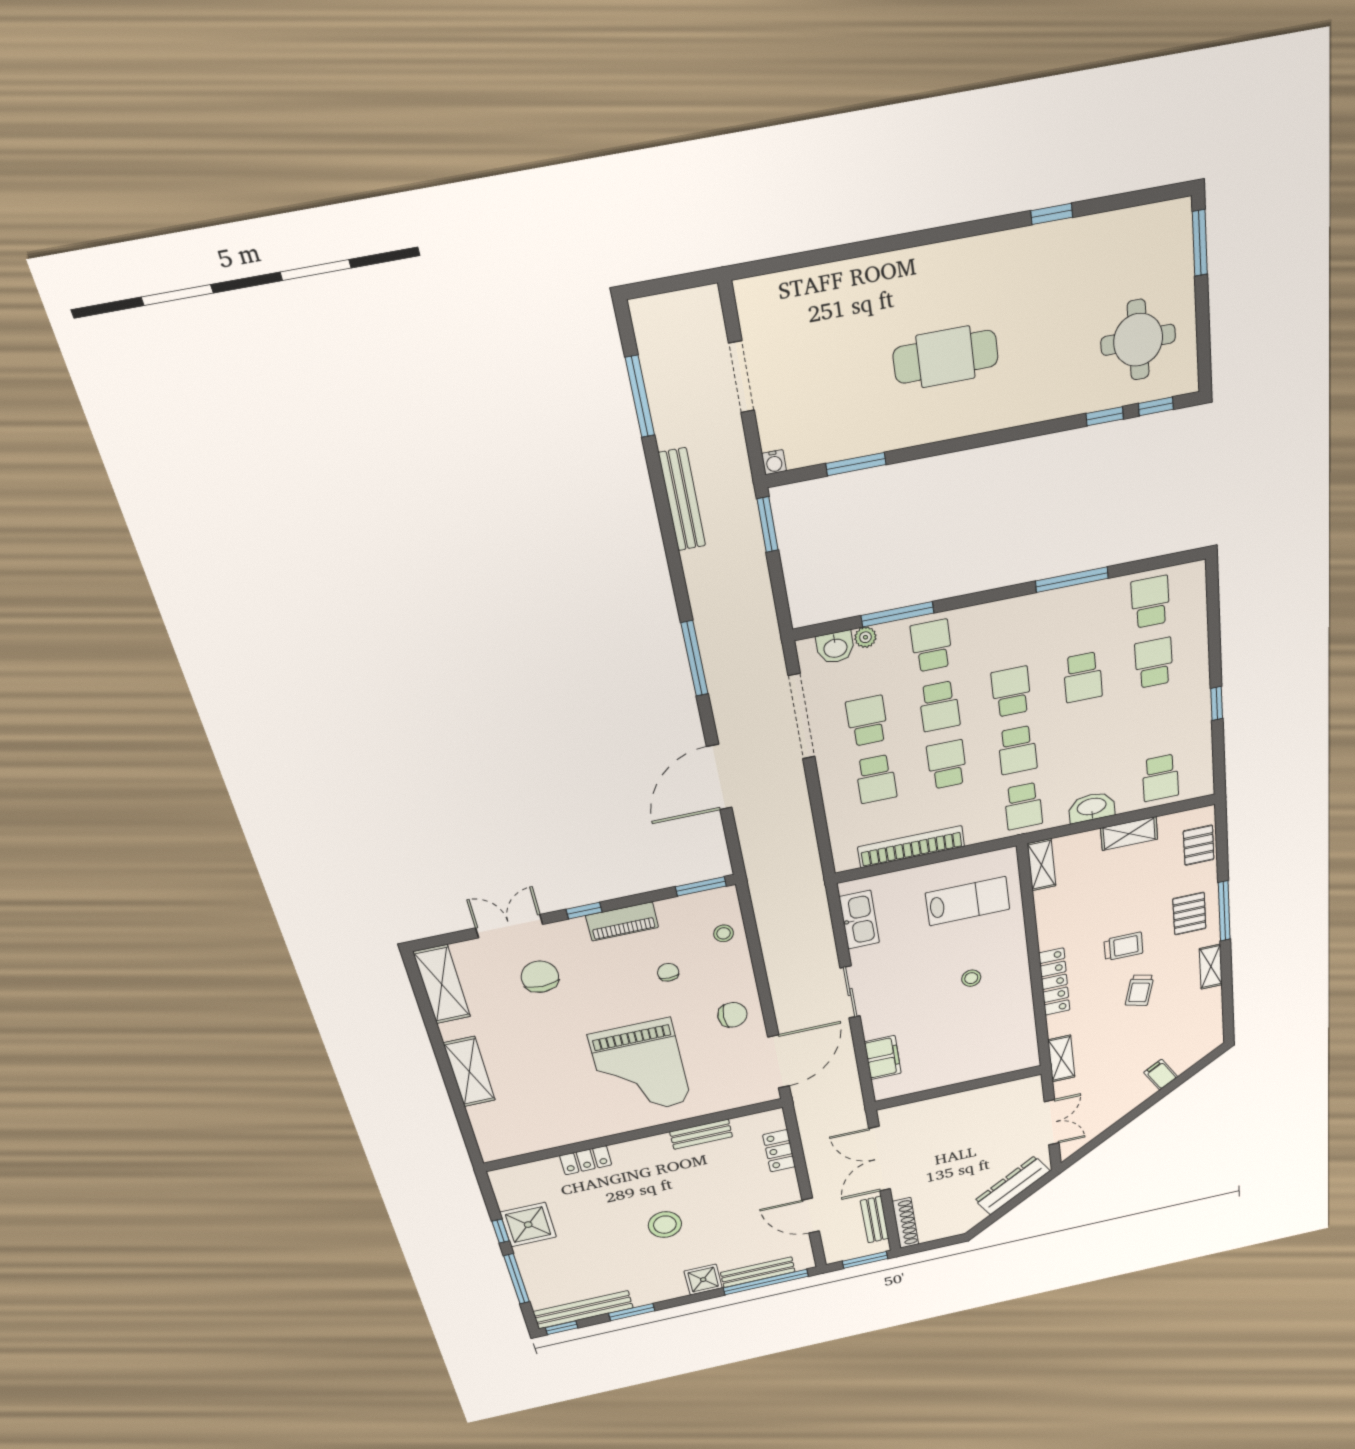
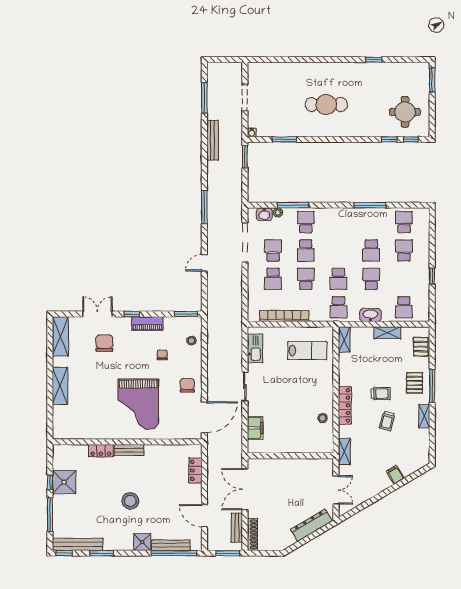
school desk: (1011, 692) -> (371, 279), moved
door: (719, 777) -> (204, 263), width x0.53
stool: (971, 978) -> (323, 418), moved
chair: (732, 1015) -> (187, 385), turned -90
bench: (701, 1134) -> (129, 450), moved

